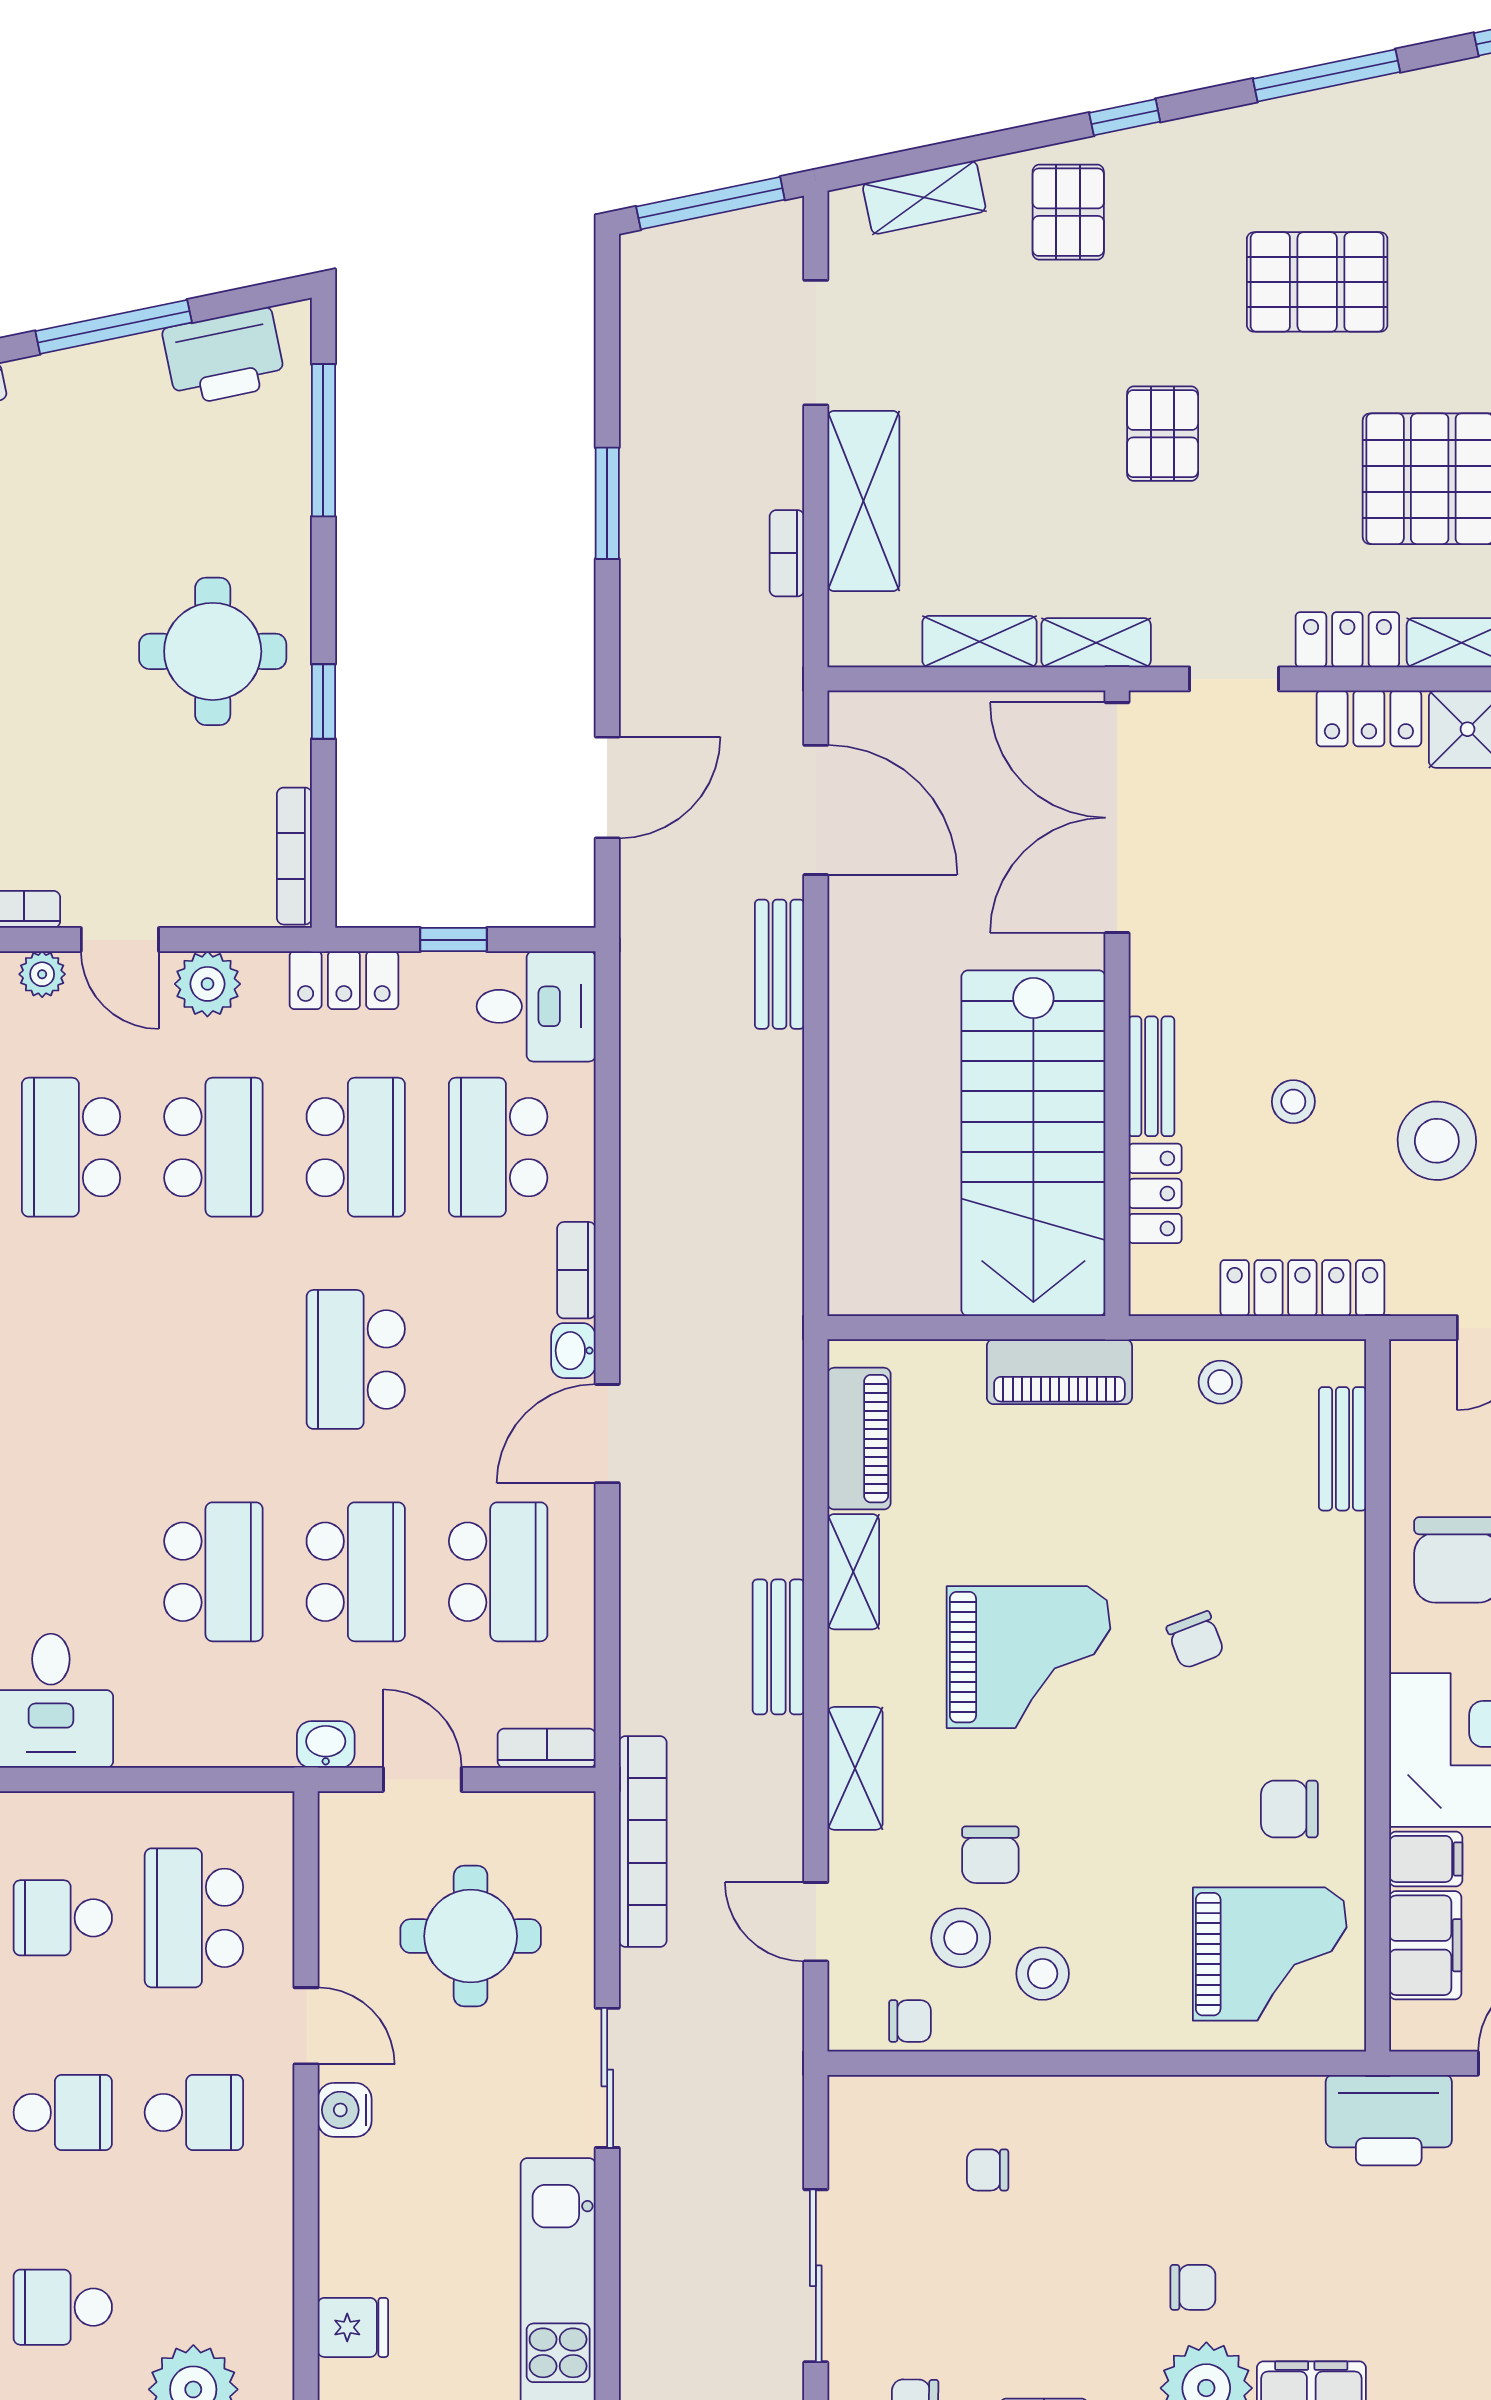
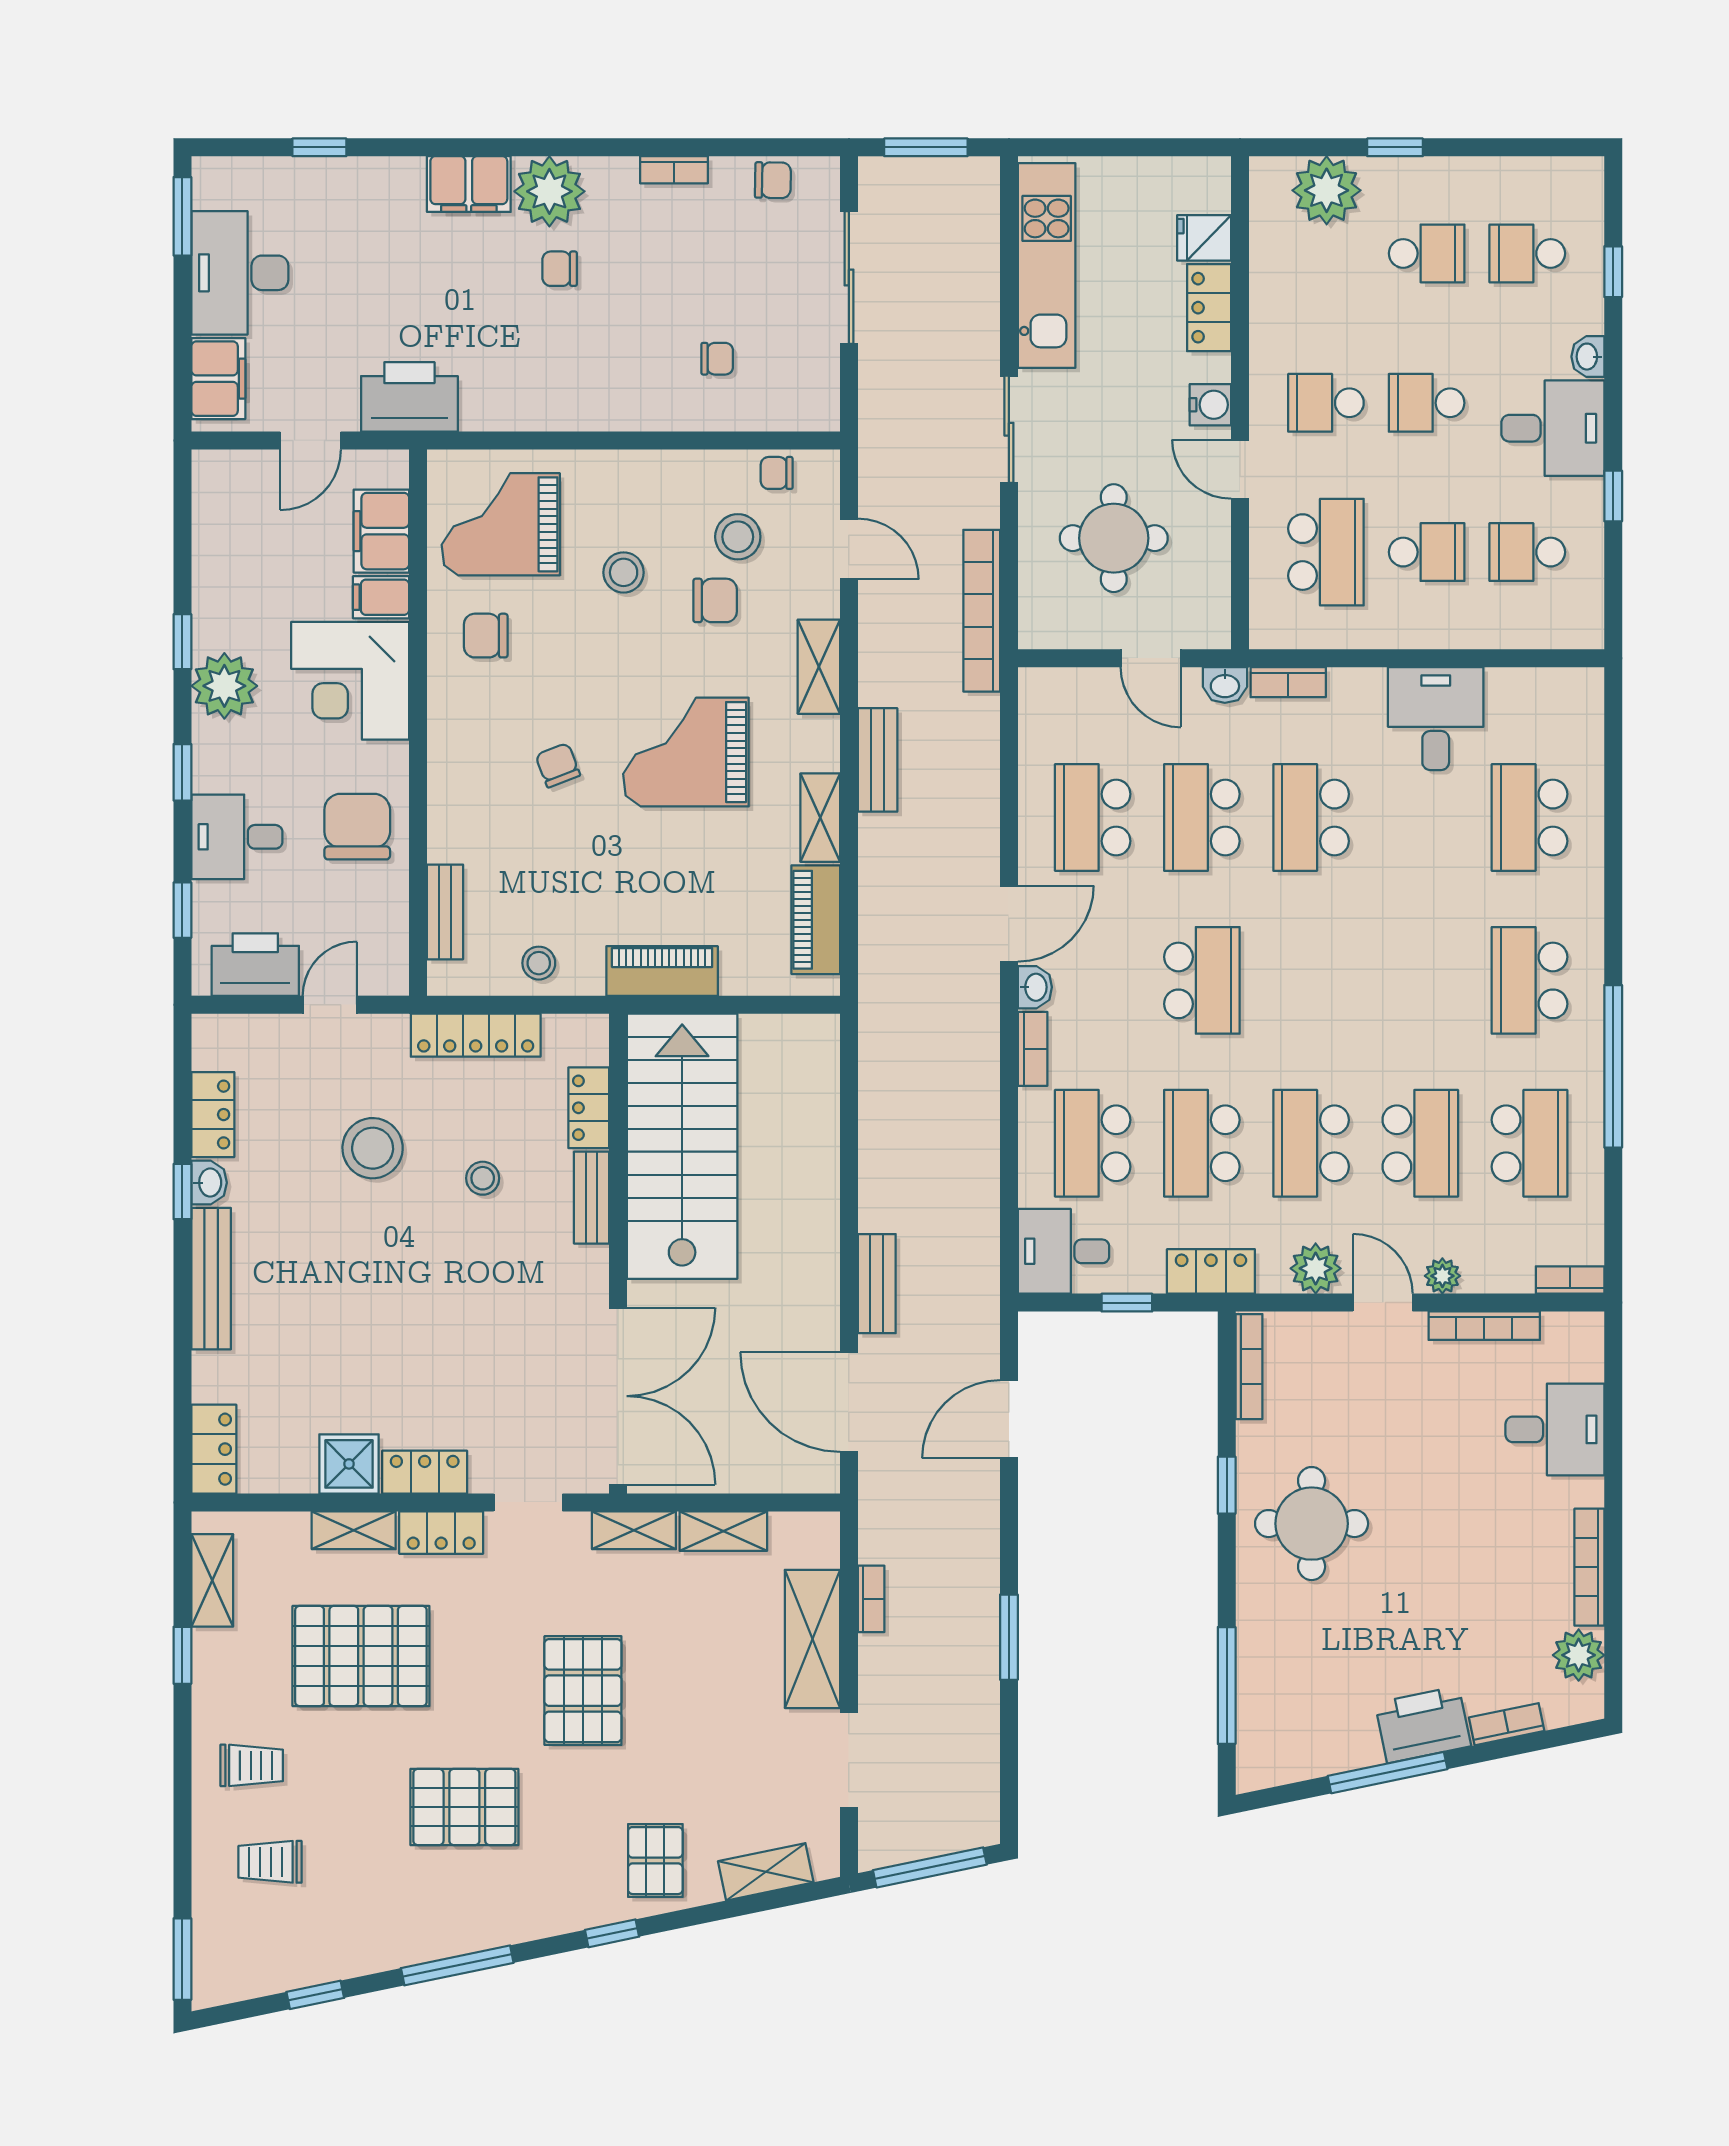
printer: (224, 357) -> (1423, 1725), moved
pallet: (1163, 434) -> (583, 1691), width x1.50, depth x1.42
school desk: (498, 1147) -> (1093, 1143), turned 180
bookcase: (547, 1748) -> (1288, 682), moved
chair: (1289, 1809) -> (486, 636), turned 180
chair: (990, 1855) -> (715, 600), turned 90
stool: (1043, 1974) -> (624, 572), moved
locker: (346, 2236) -> (1209, 308), added

